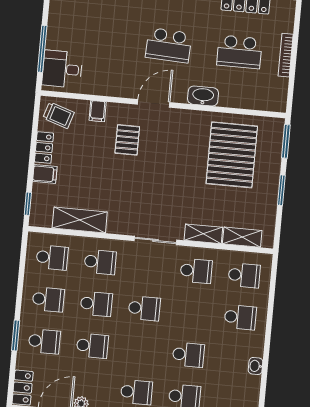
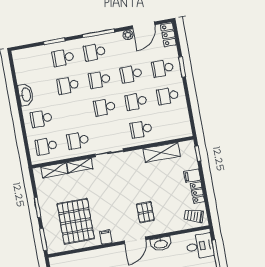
washbasin: (203, 96) -> (161, 244), moved
filing cabinet: (98, 111) -> (106, 237), moved
school desk: (52, 258) -> (100, 80), moved
washbasin: (256, 366) -> (26, 95), width x1.91, depth x1.45

